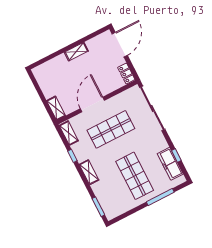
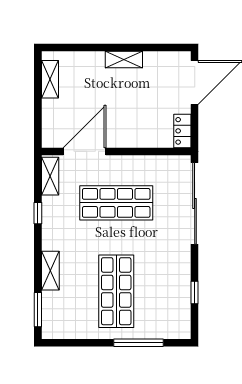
door: (92, 105) -> (84, 151), moved
shelving: (56, 108) -> (50, 79), moved
freezer: (170, 164) -> (179, 301), removed
shelving: (89, 172) -> (50, 271), moved

